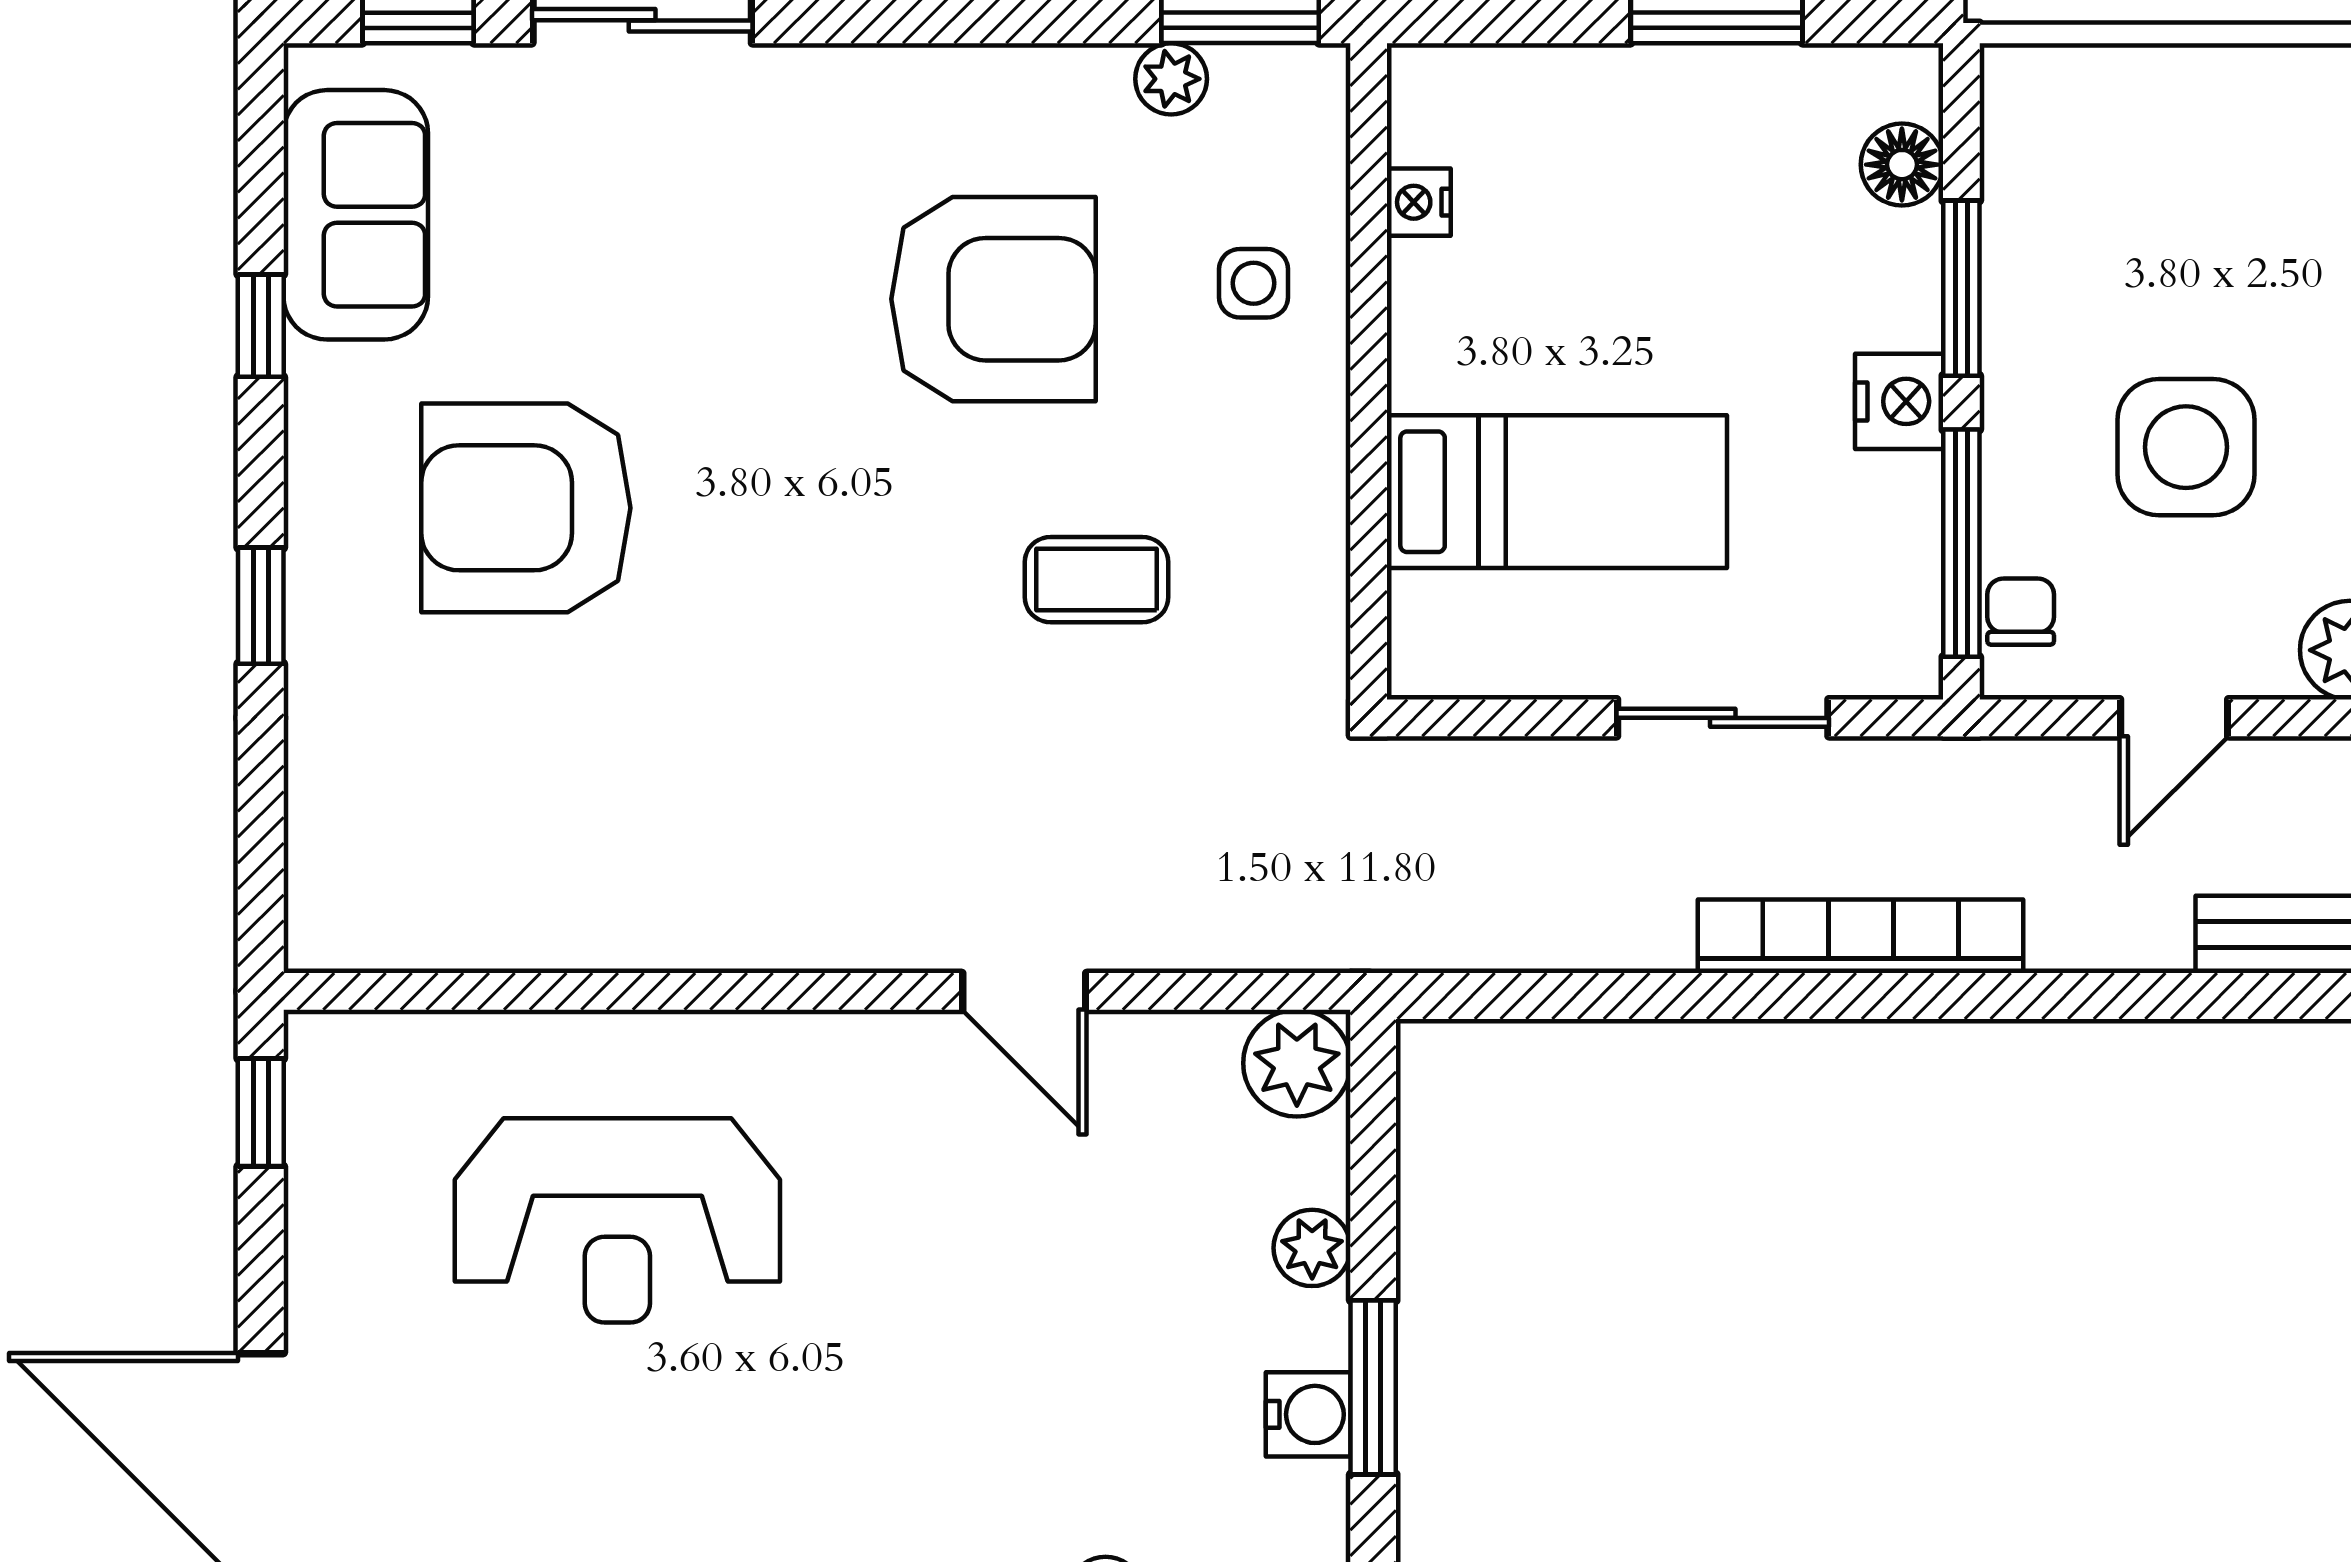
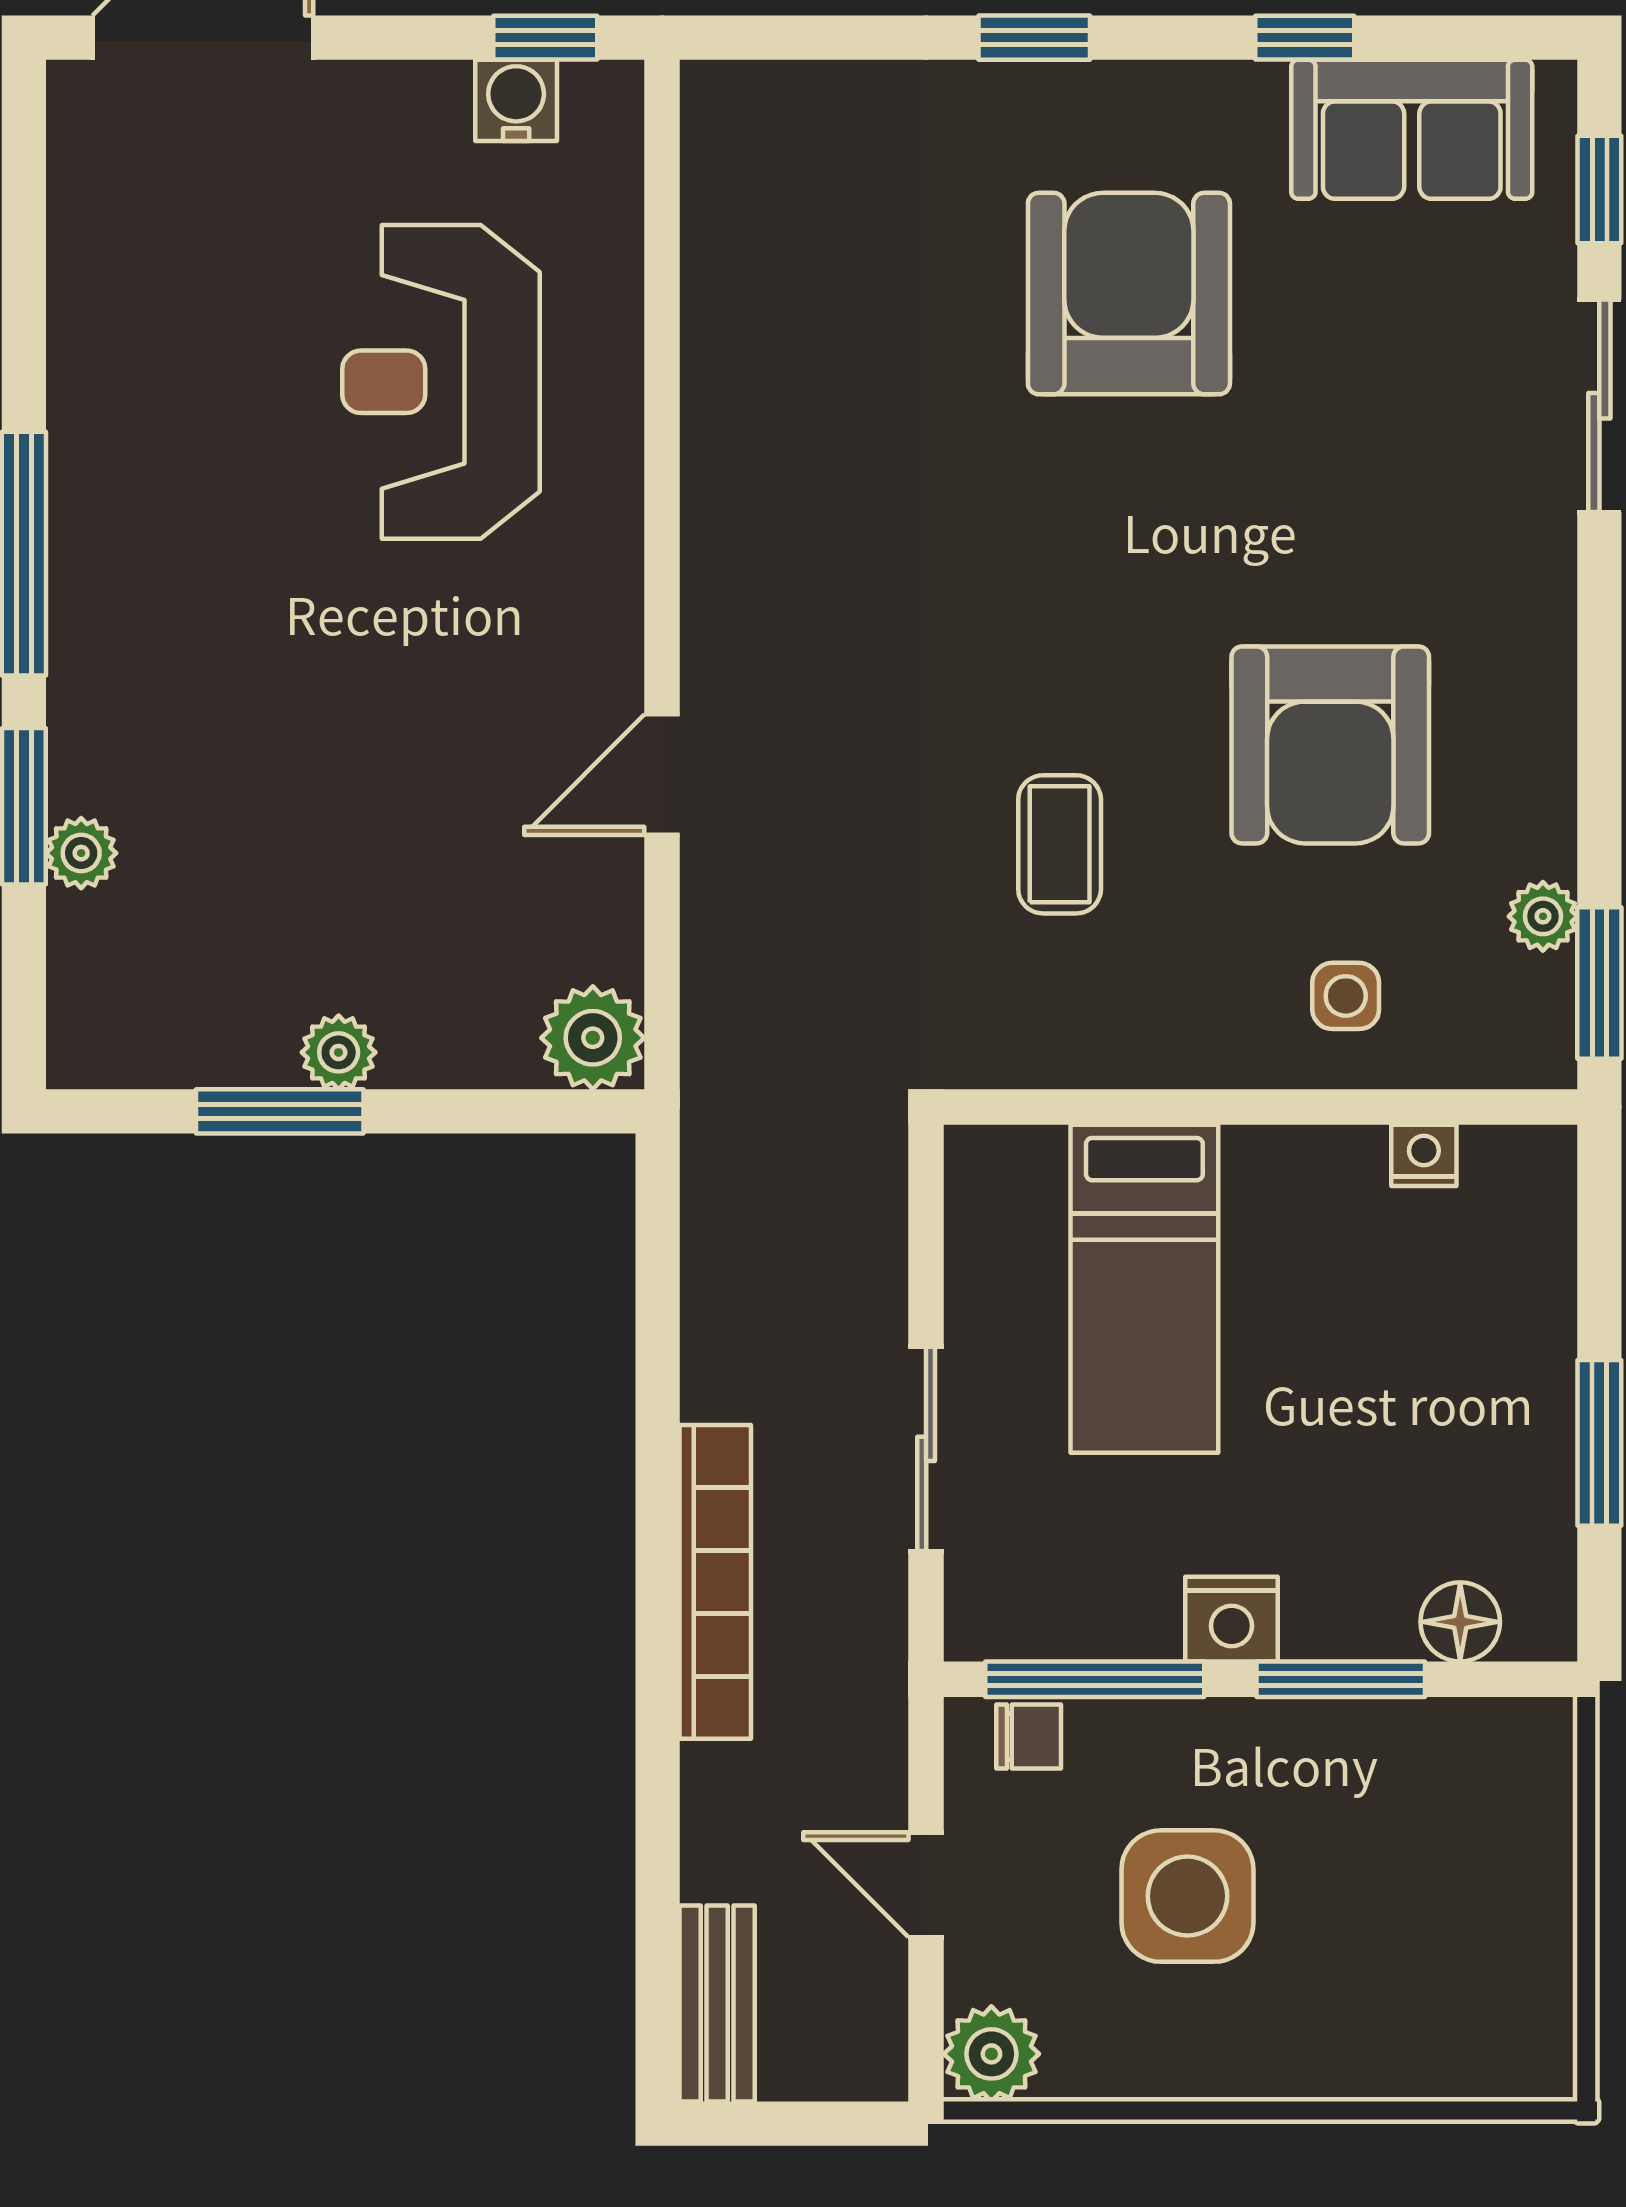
plant: (1312, 1248) -> (339, 1052), moved
water cooler: (1308, 1414) -> (516, 100), moved, turned 180

